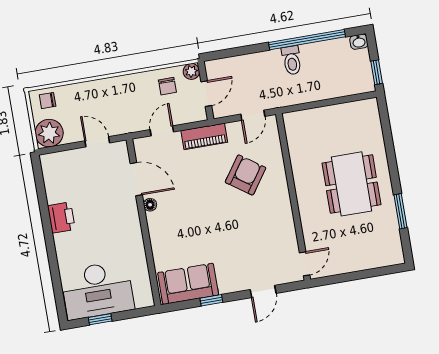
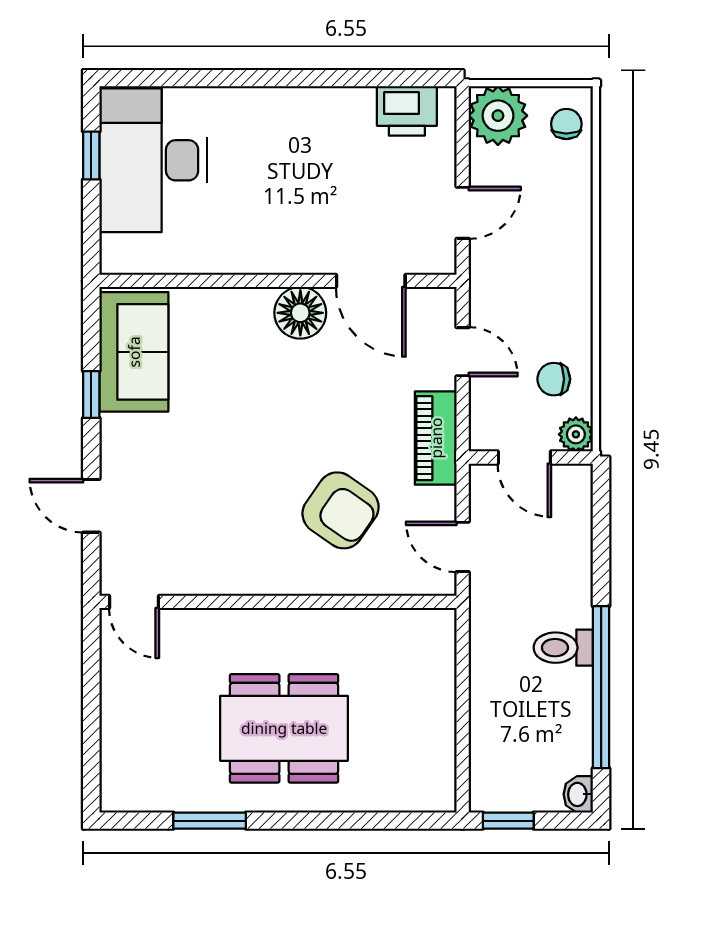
door: (136, 179) -> (371, 281), hinge flipped
floor lamp: (150, 205) -> (300, 313), width x1.89, depth x1.89
printer: (61, 218) -> (407, 111), moved

